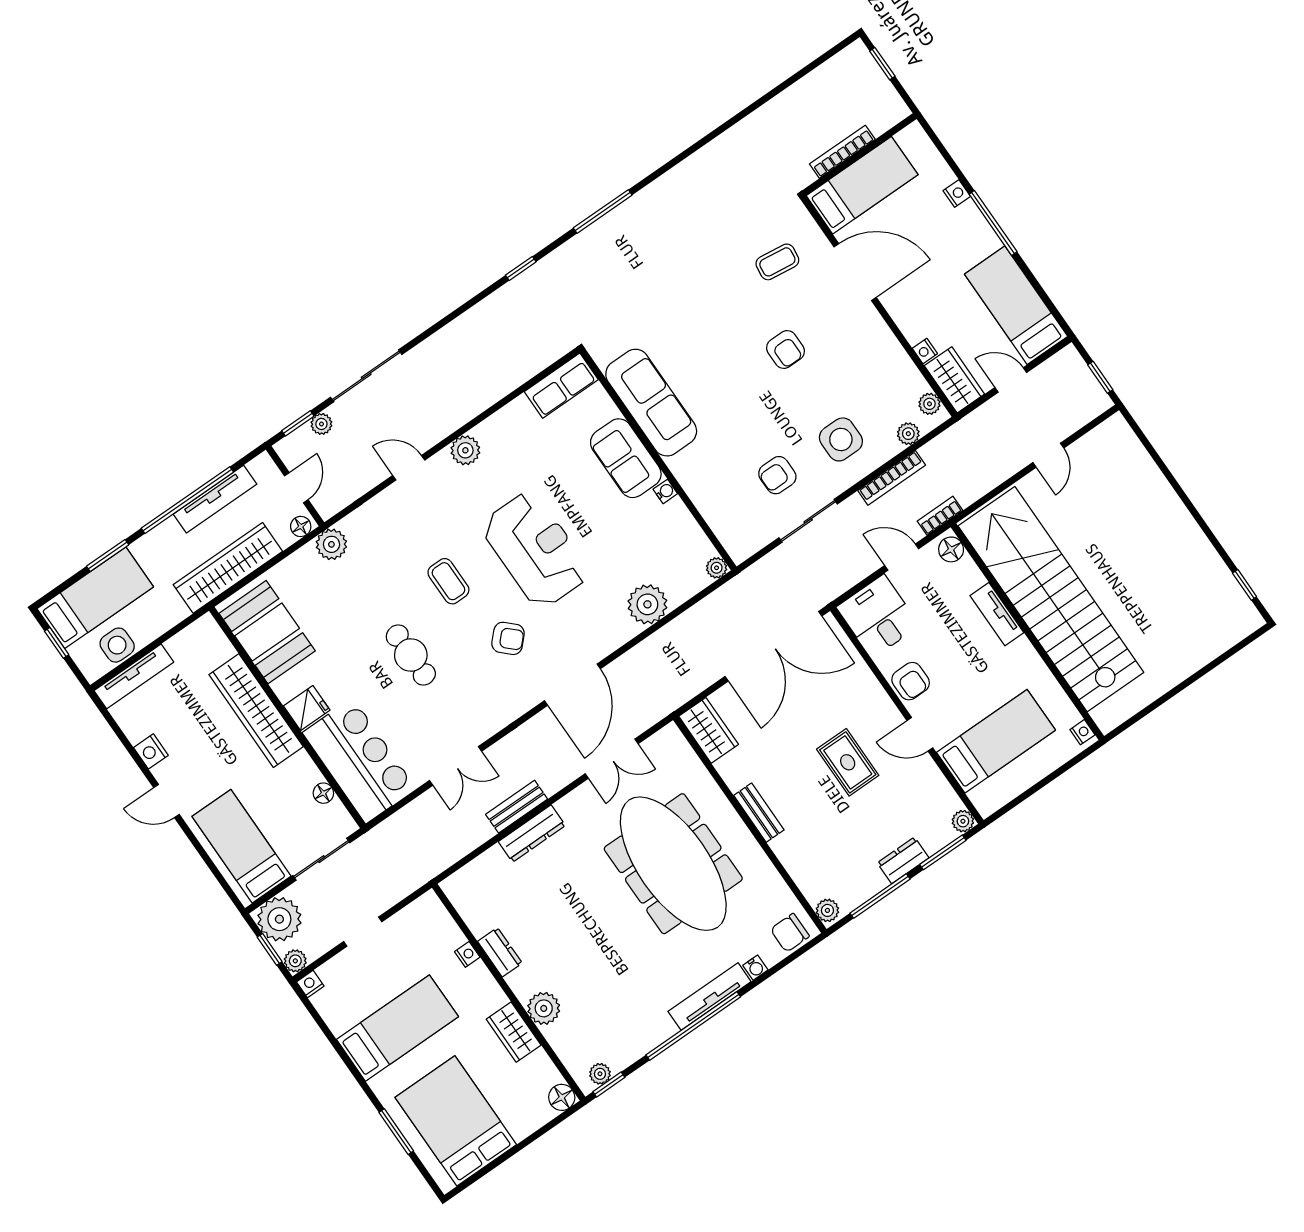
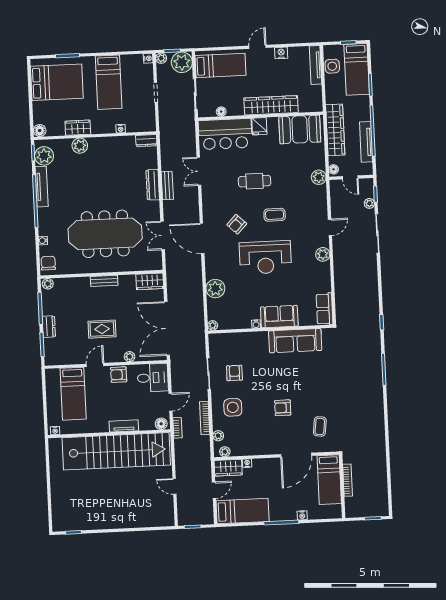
plant: (963, 821) -> (130, 357), moved
dresser: (500, 952) -> (146, 141), moved
tv unit: (710, 996) -> (42, 187), moved
plant: (600, 1074) -> (44, 156), width x1.88, depth x1.88

